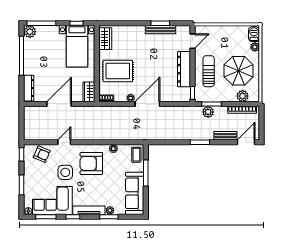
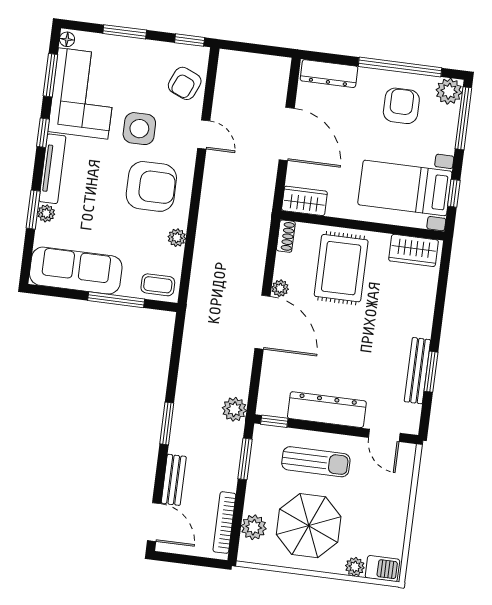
armchair: (39, 53) -> (401, 106), added
plant: (208, 112) -> (234, 409), moved
armchair: (91, 163) -> (151, 186), turned 90

